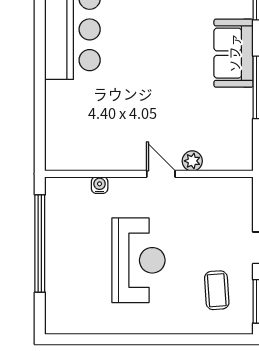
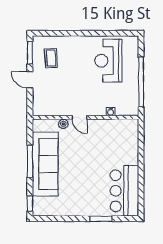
sofa: (234, 53) -> (45, 164), width x1.85, depth x1.27
reception desk: (138, 260) -> (108, 61), moved

